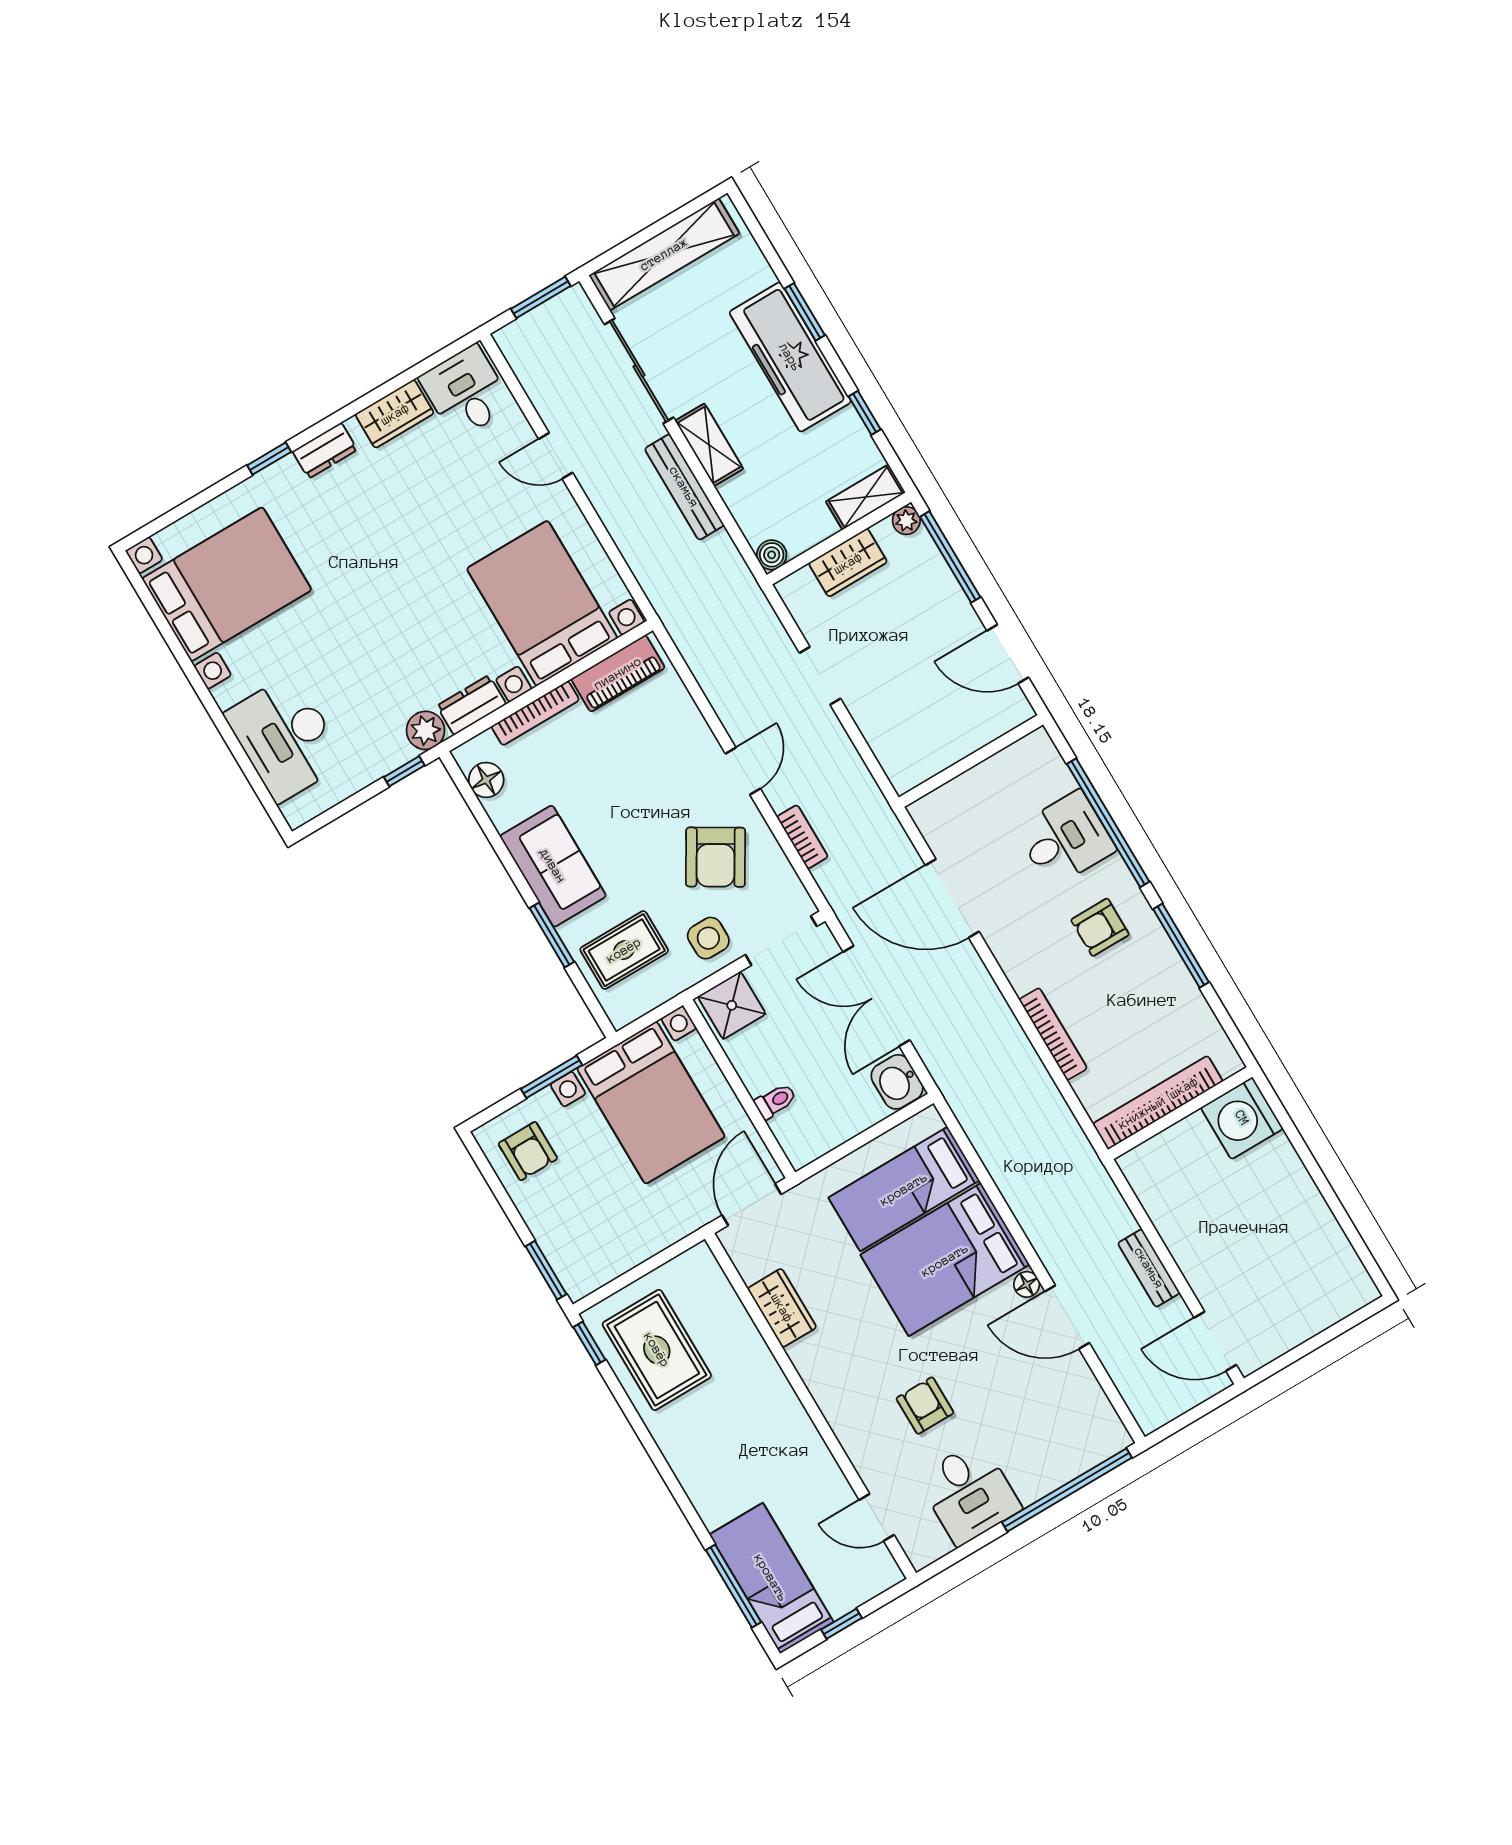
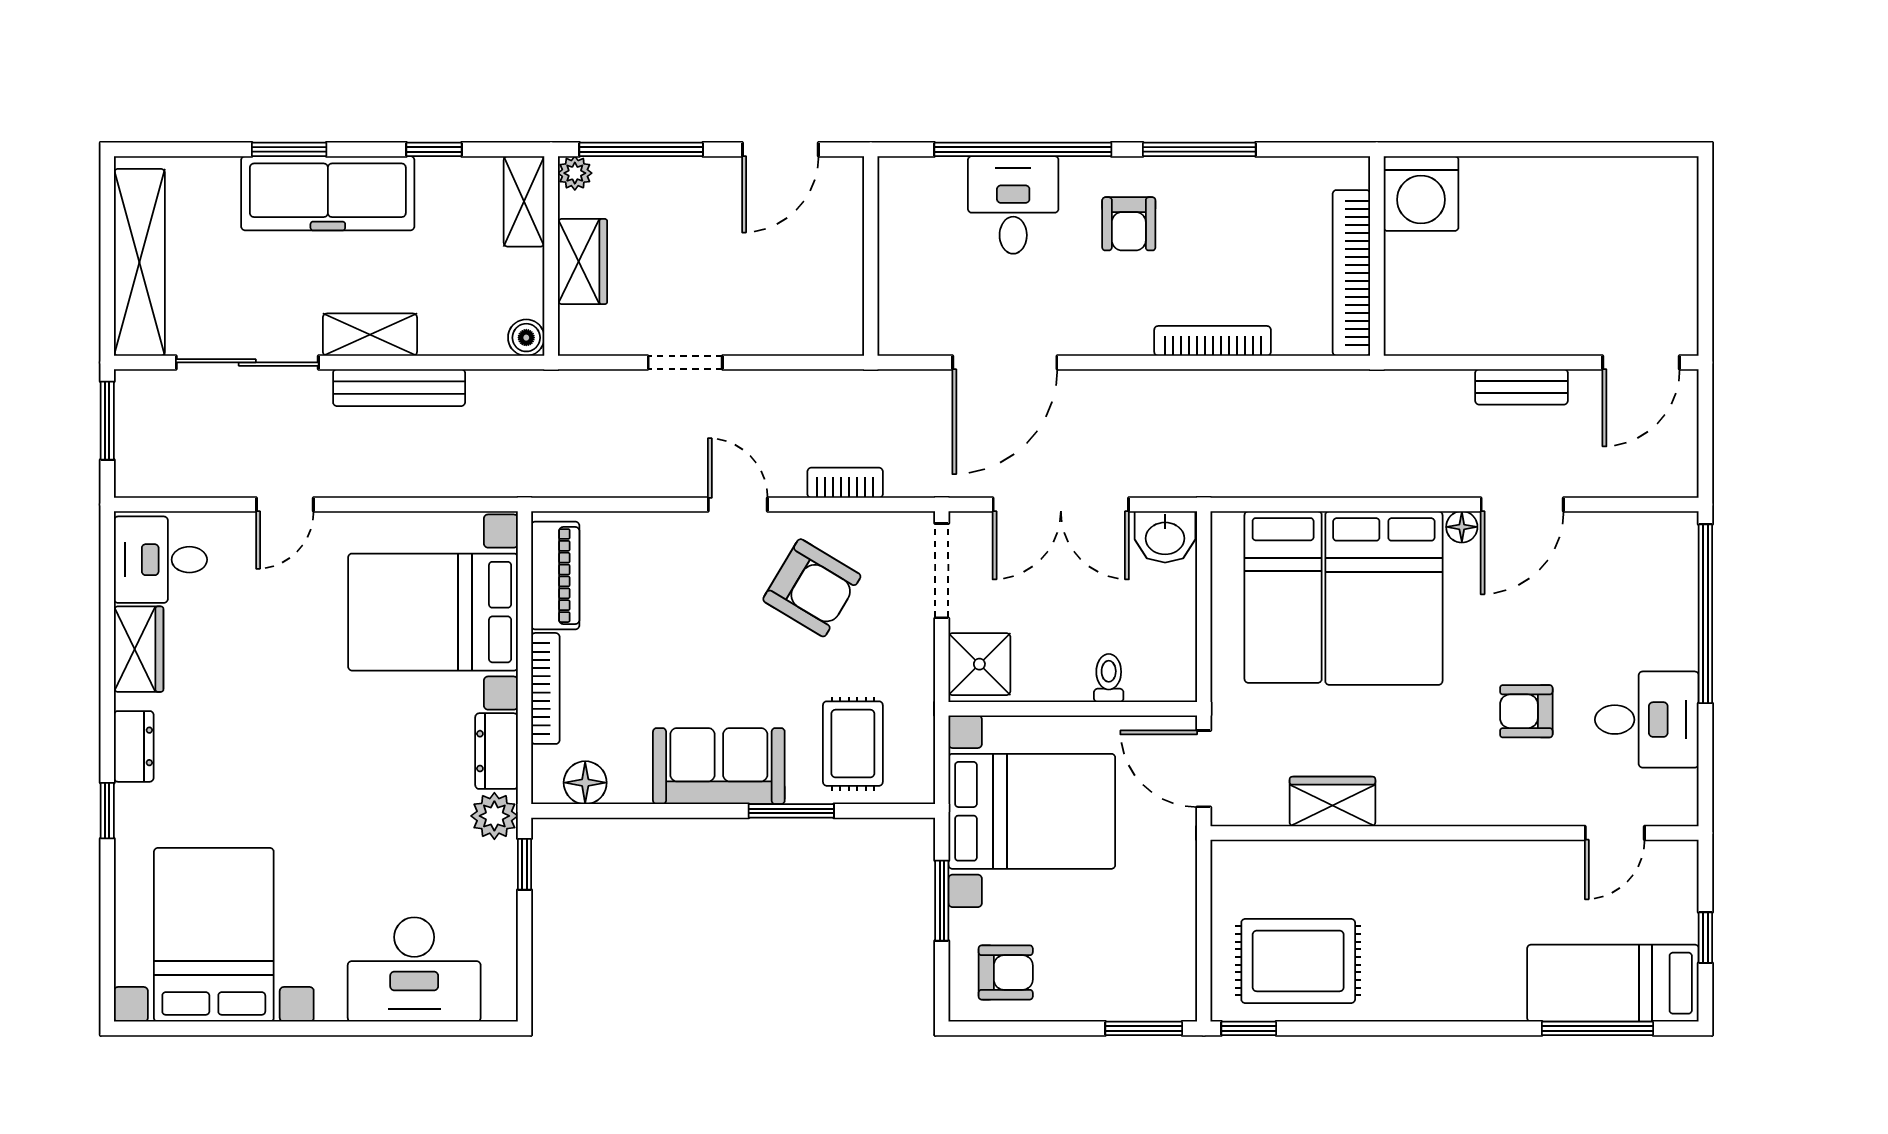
side table: (708, 938) -> (893, 647), removed

